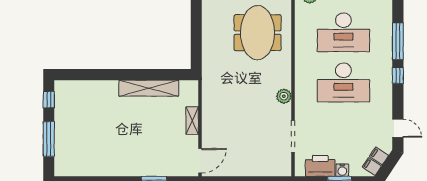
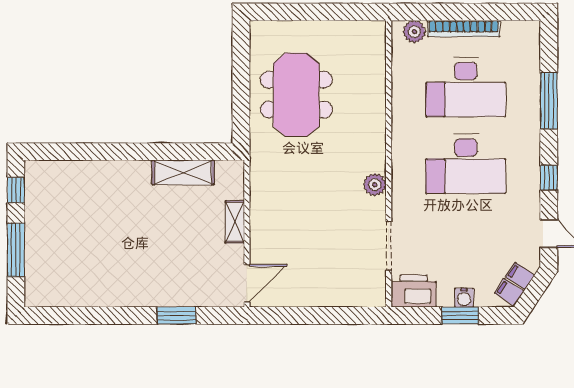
meeting table: (258, 33) -> (296, 95), moved
window: (398, 75) -> (549, 178), moved
shelving: (149, 88) -> (183, 172), width x0.68
printer: (320, 166) -> (414, 291), moved

